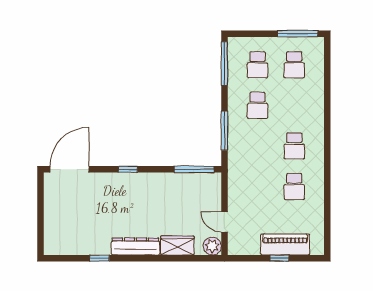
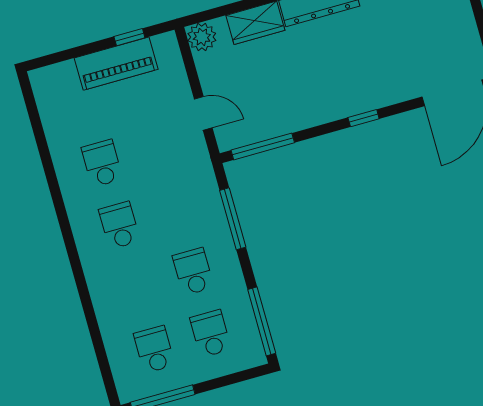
door: (224, 222) -> (203, 113), moved
piano: (285, 244) -> (116, 64), moved
window: (279, 258) -> (129, 37), moved

